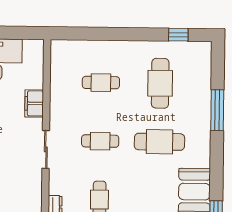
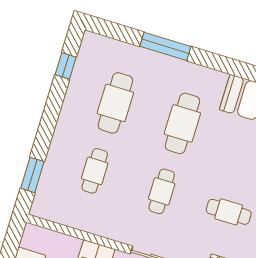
window: (83, 34) -> (32, 175), added
cafe table: (160, 83) -> (115, 103), turned 90

